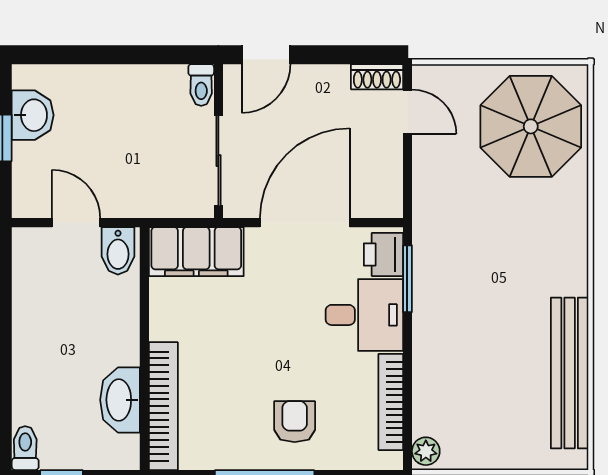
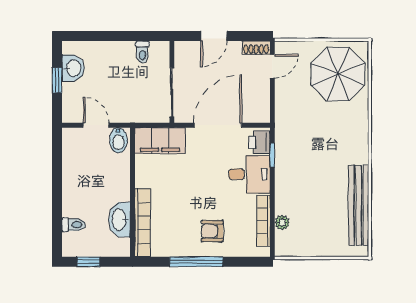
door: (266, 55) -> (214, 36), moved
toilet: (201, 85) -> (142, 52), moved
door: (407, 112) -> (272, 66), hinge flipped
window: (407, 279) -> (272, 155), width x0.67
armchair: (295, 422) -> (212, 231), turned -90
toilet: (25, 448) -> (74, 225), moved, turned 90
plant: (426, 451) -> (282, 222), moved

